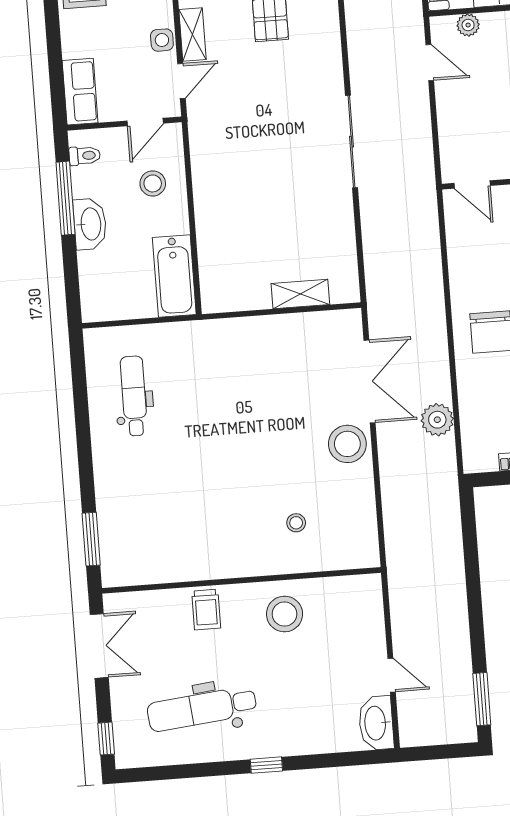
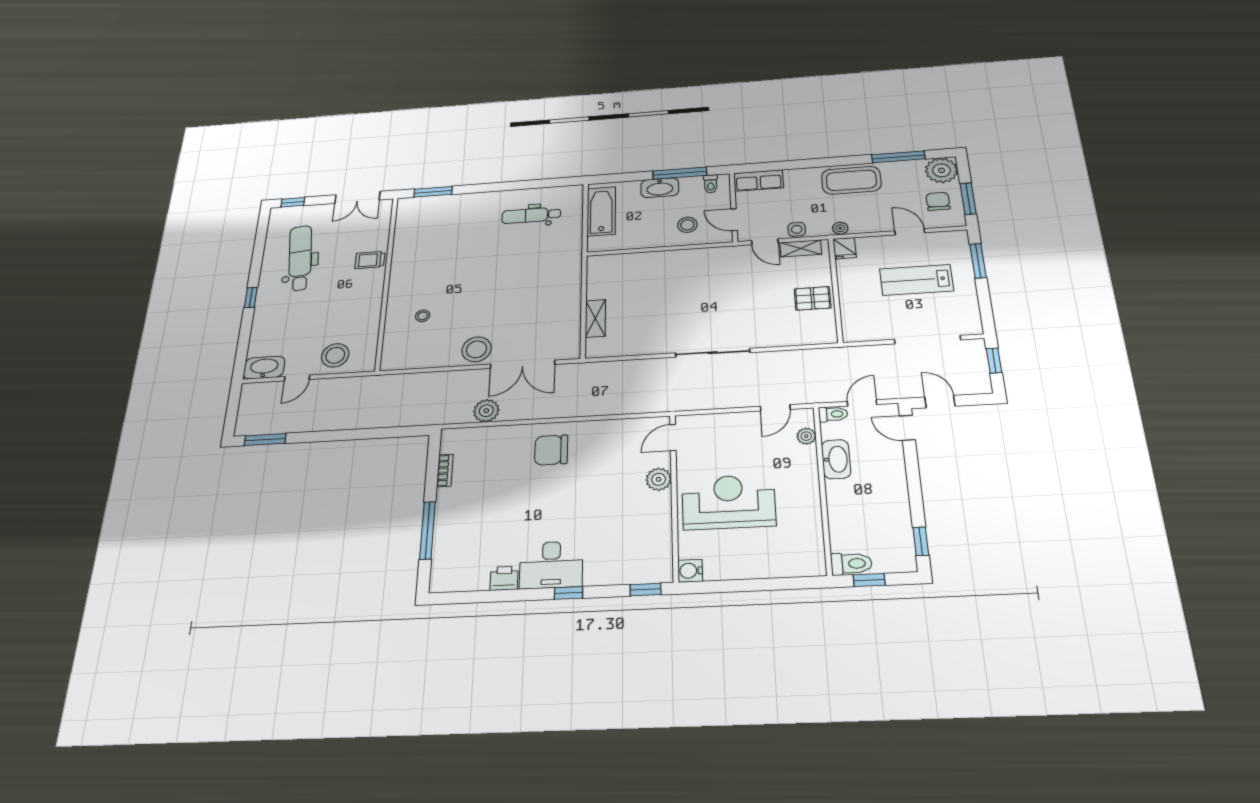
bathtub: (174, 276) -> (601, 211), moved, turned 90
dental chair: (134, 396) -> (531, 215), turned 180
stool: (285, 614) -> (335, 355), moved

